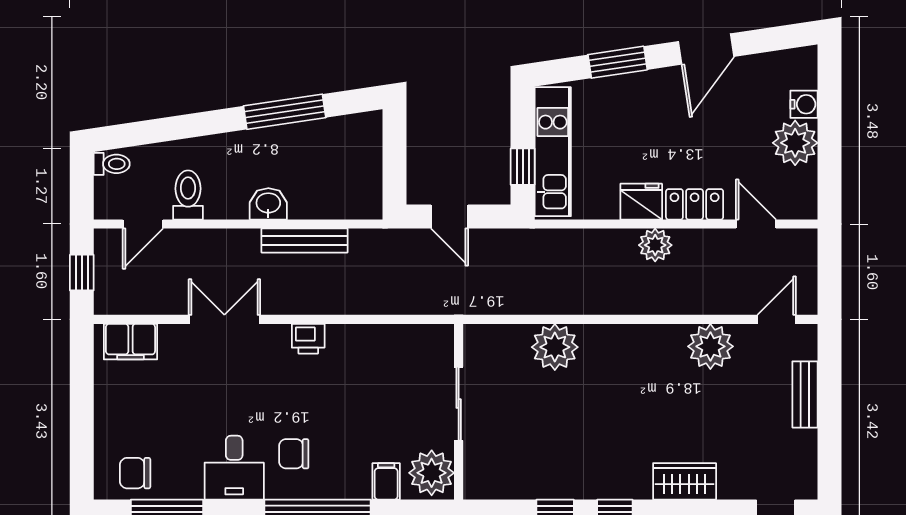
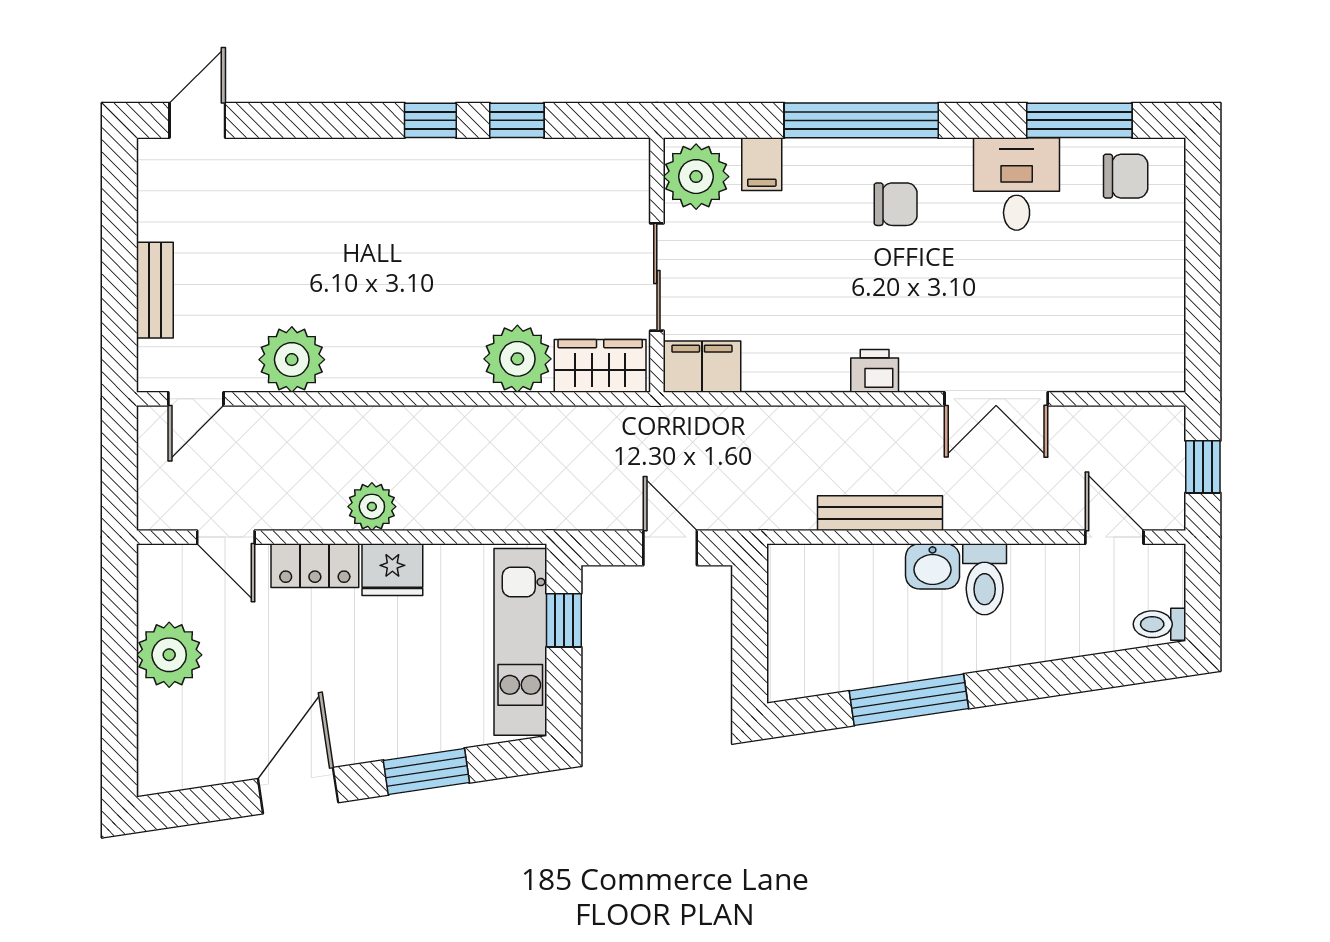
water cooler: (804, 104) -> (156, 711), removed
toilet: (188, 195) -> (985, 579), moved
door: (143, 224) -> (1114, 537), hinge flipped
filing cabinet: (130, 342) -> (702, 367), moved
desk: (234, 468) -> (1017, 184), moved
wardrobe: (685, 481) -> (600, 366), moved, turned 180

